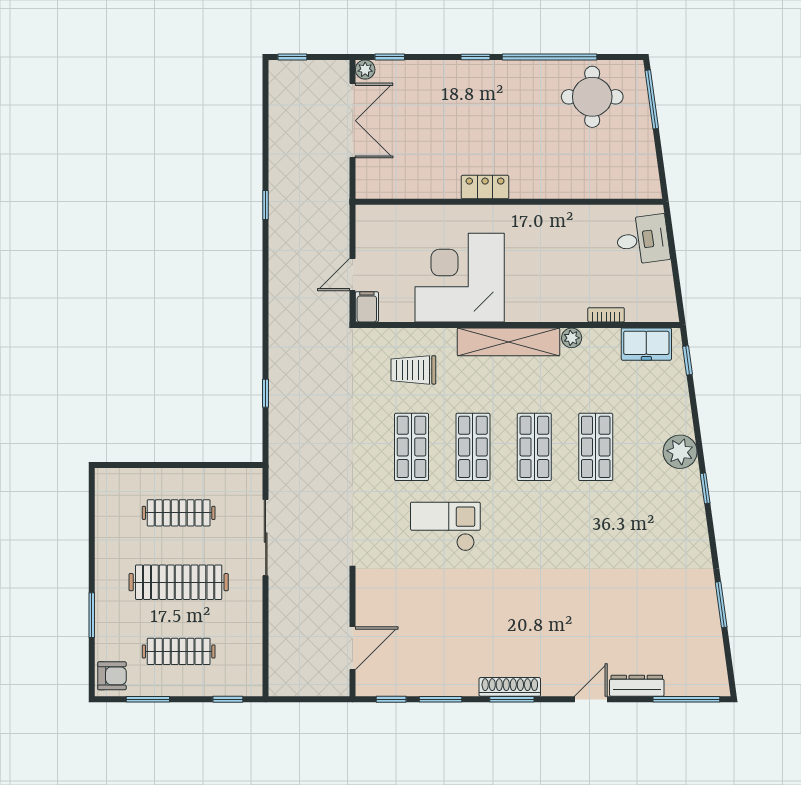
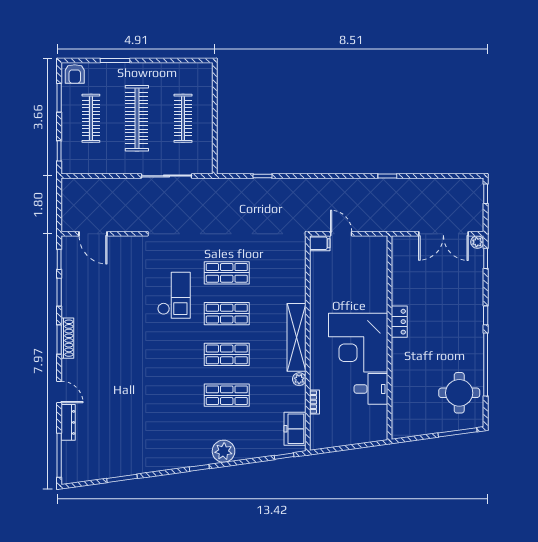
desk: (643, 240) -> (371, 389), moved, turned -82
corner desk: (460, 278) -> (358, 343), moved, turned 180
trolley: (413, 370) -> (278, 274), removed

